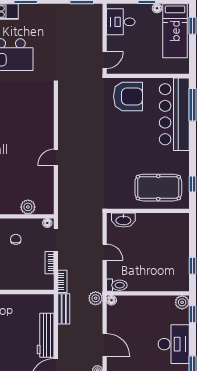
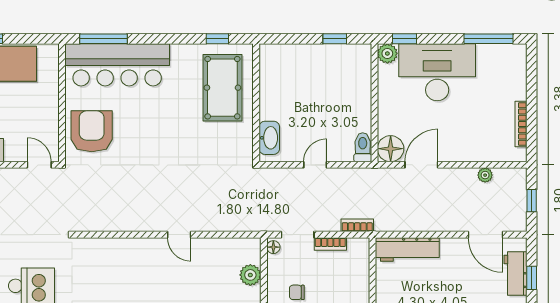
plant: (96, 298) -> (381, 178), removed
floor lamp: (111, 300) -> (391, 149), width x1.89, depth x1.89
bench: (64, 309) -> (397, 223), removed
workbench: (46, 335) -> (407, 250), moved
desk: (174, 344) -> (437, 72), width x1.36, depth x1.30
door: (105, 345) -> (421, 165), moved

